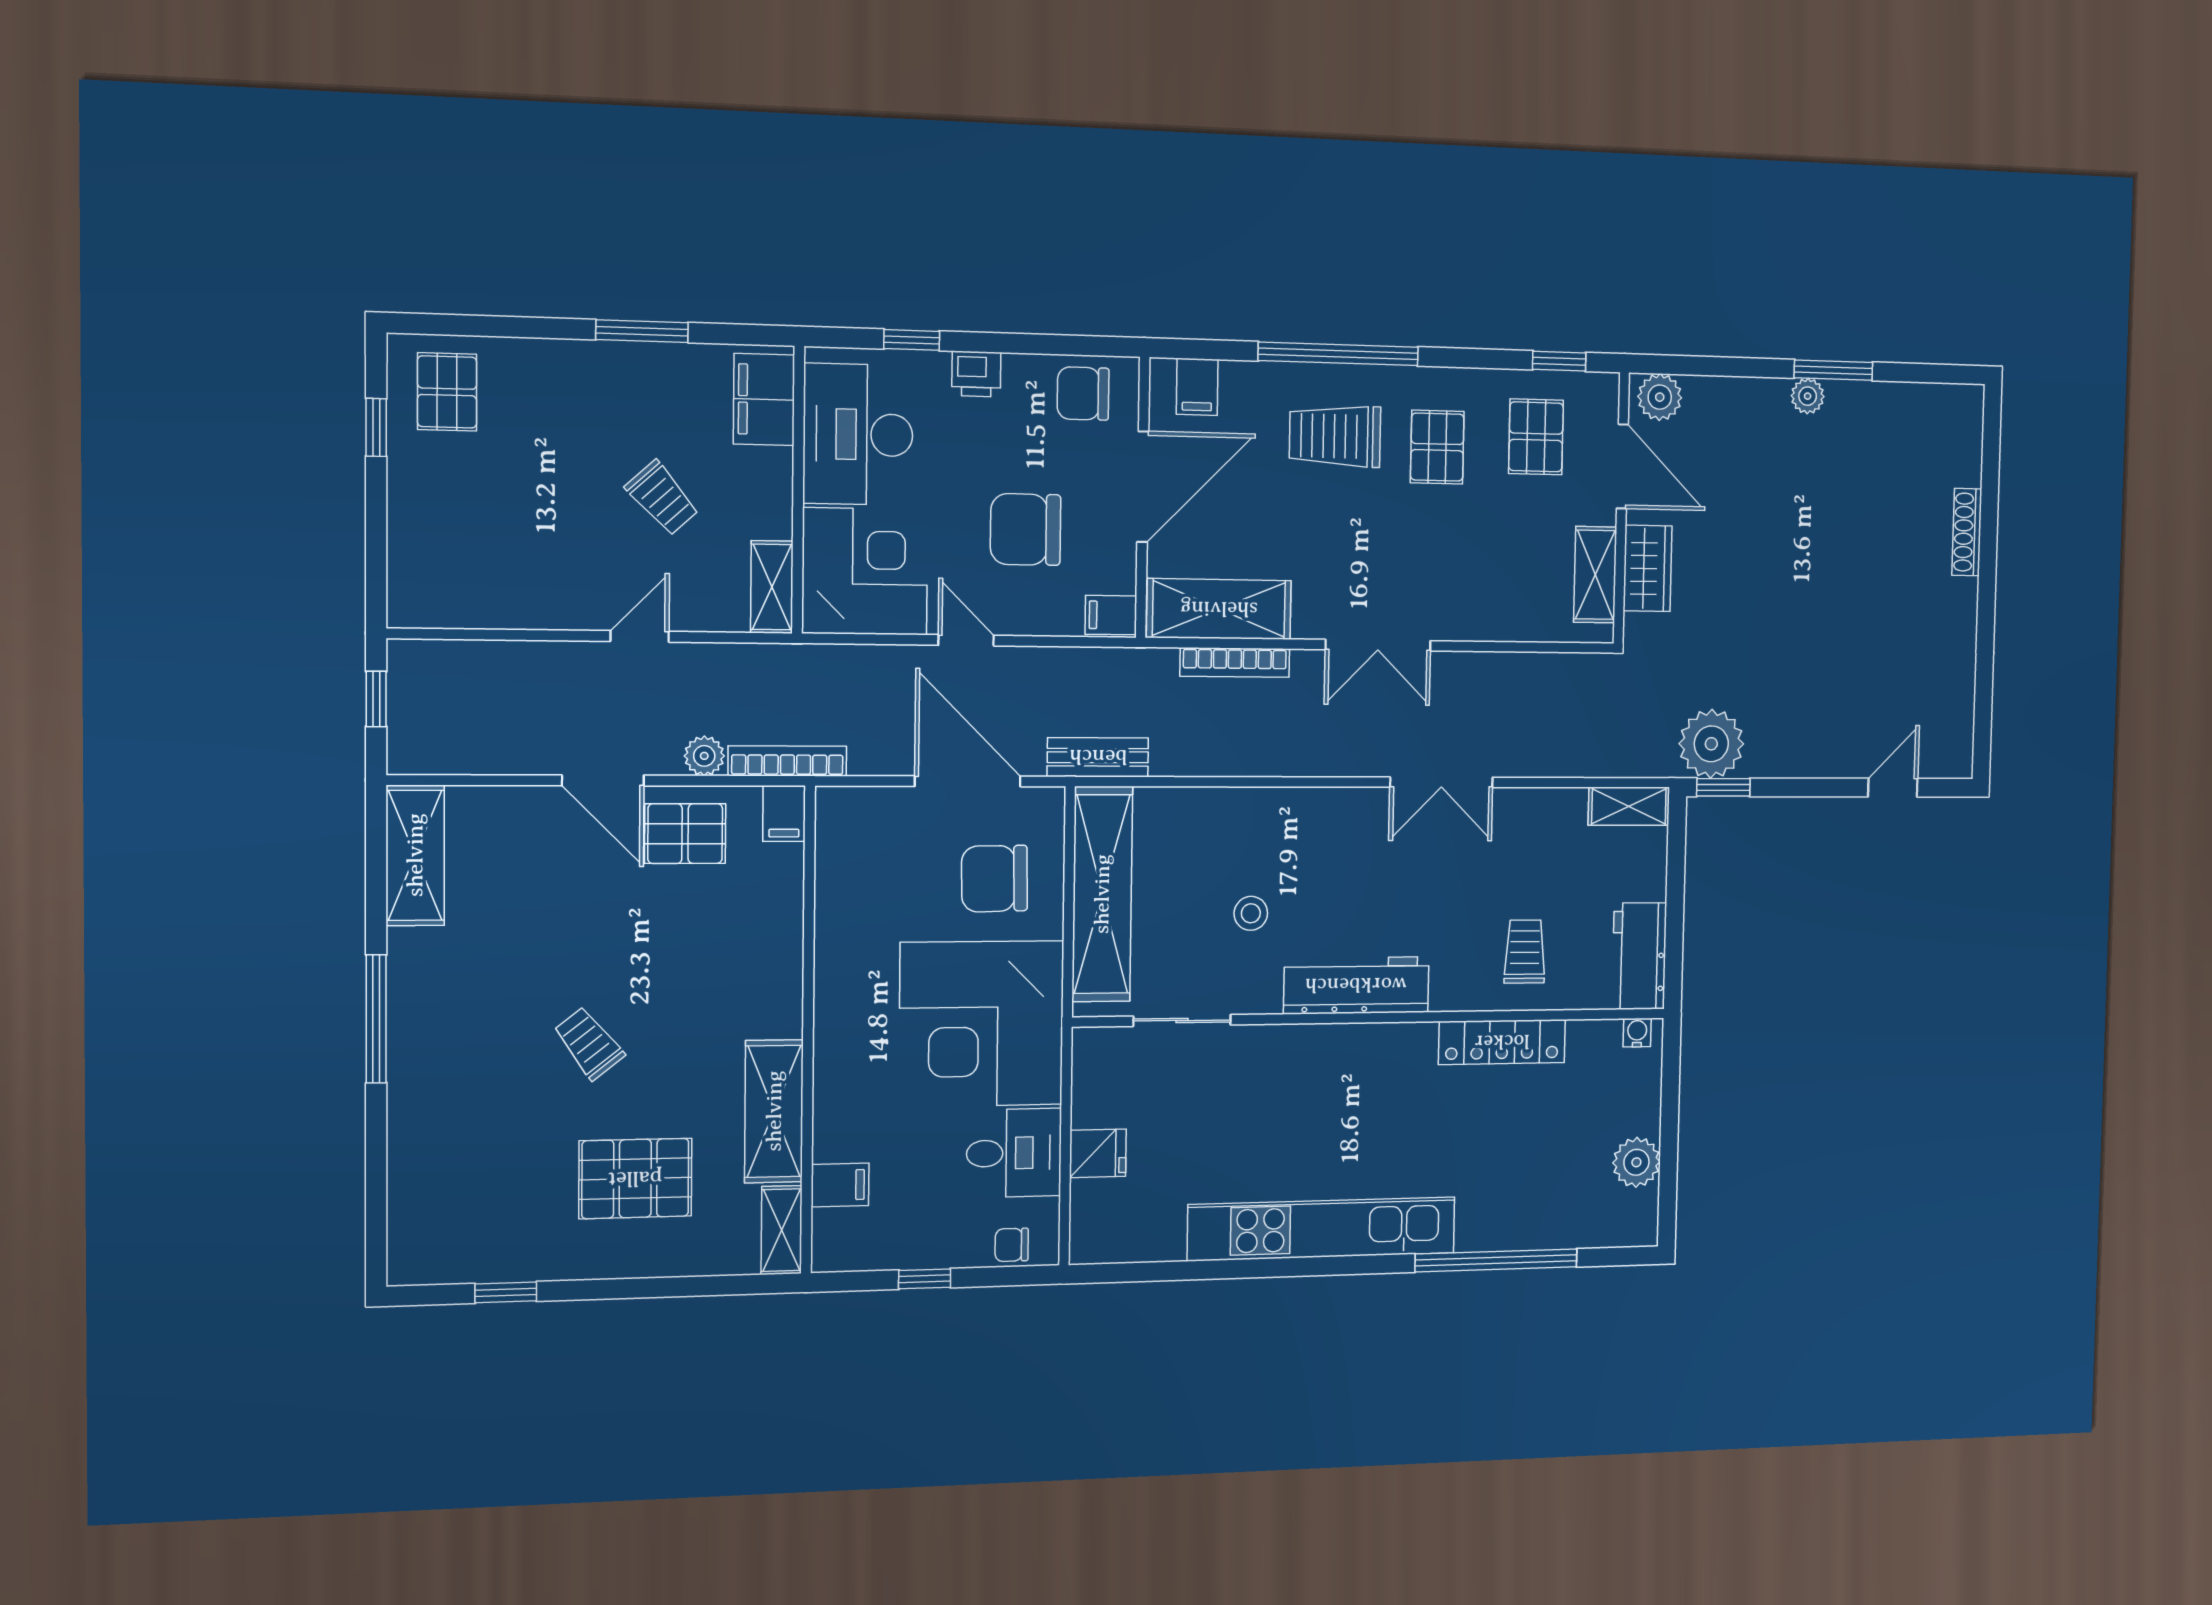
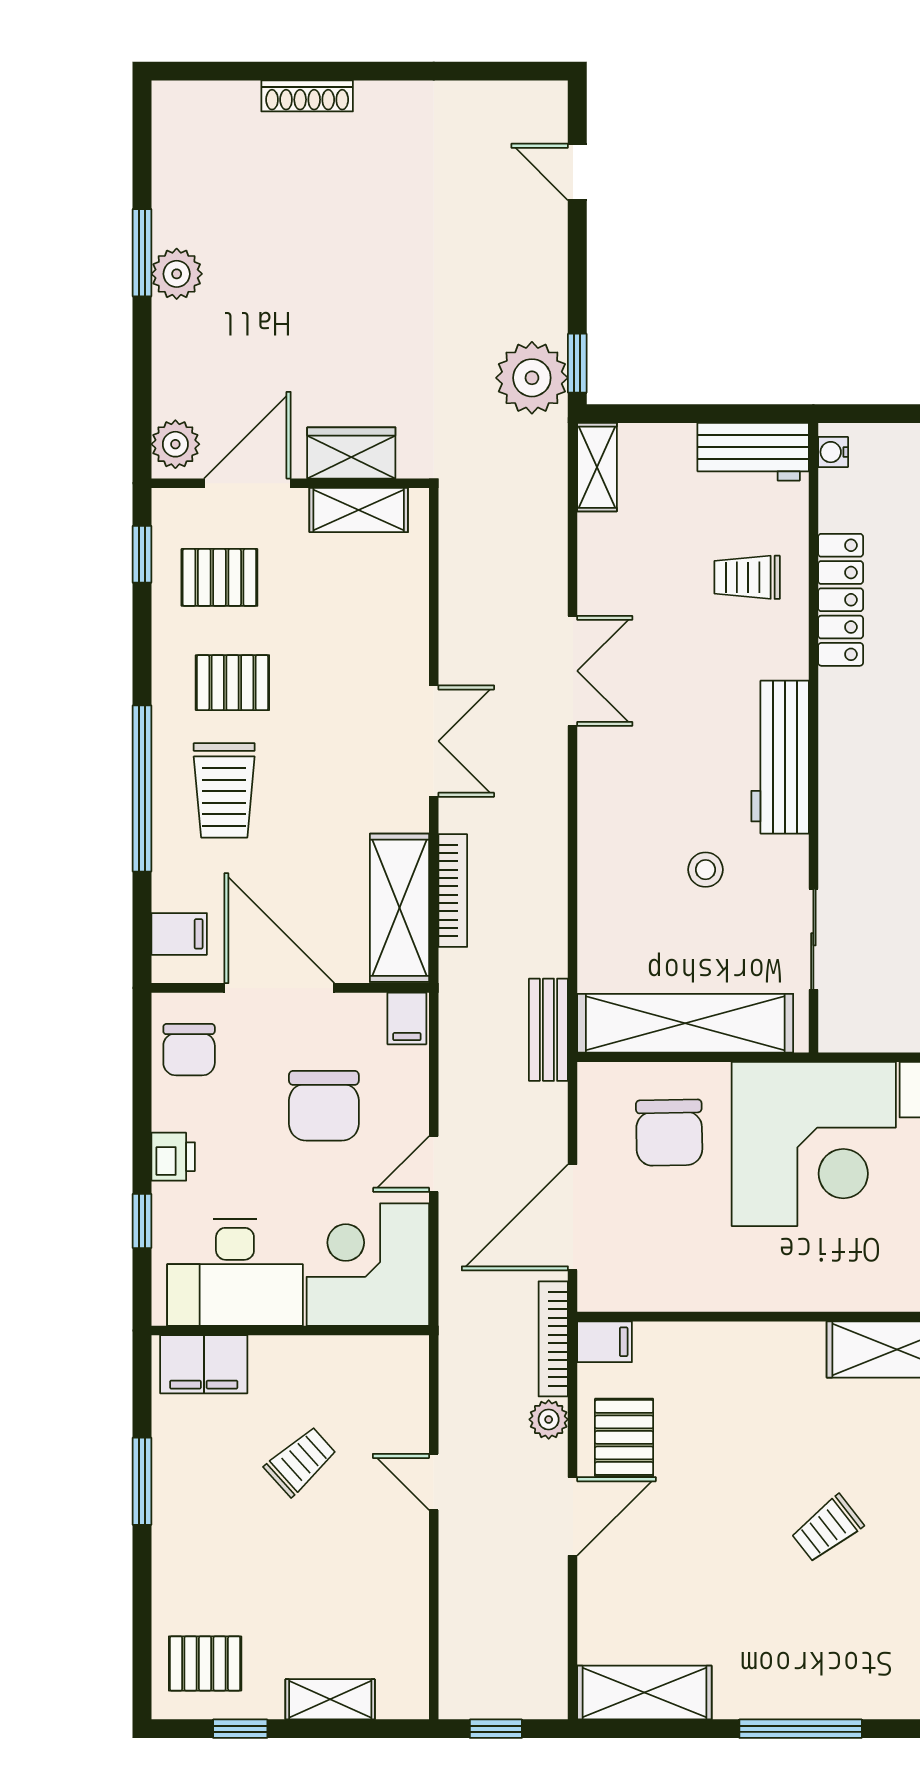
plant: (1808, 396) -> (177, 274), width x1.38, depth x1.38
shelving: (772, 587) -> (330, 1699), moved
door: (968, 781) -> (573, 1217), moved

